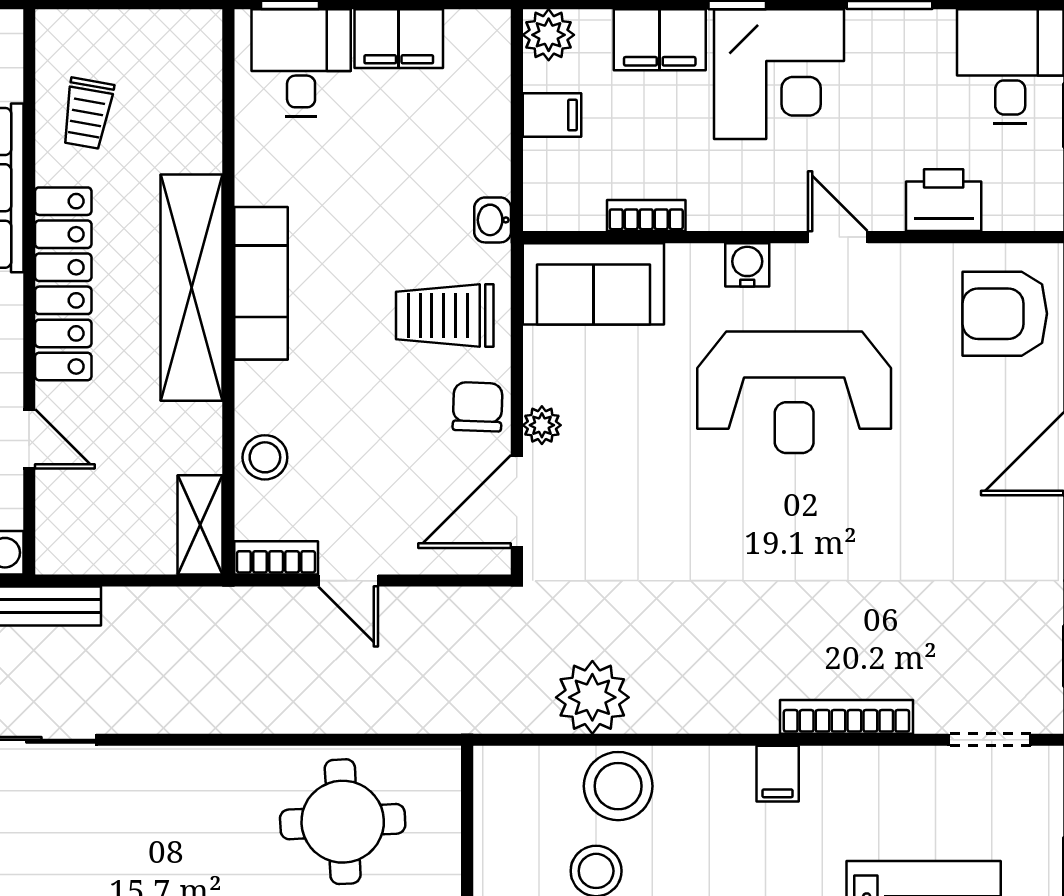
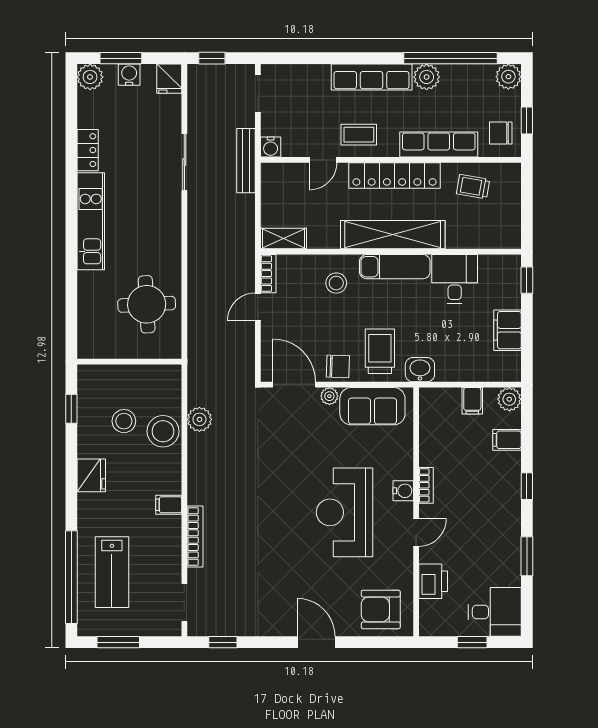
filing cabinet: (660, 40) -> (507, 440), width x0.50
desk: (301, 63) -> (455, 279), moved, turned -90
corner desk: (779, 74) -> (491, 505), removed
bookcase: (646, 216) -> (426, 485), moved
washbasin: (493, 220) -> (420, 370), width x1.38, depth x1.45
sofa: (593, 284) -> (372, 406), moved, turned -90
armchair: (1005, 314) -> (381, 609), turned -90
stool: (265, 457) -> (336, 283), moved
plant: (592, 697) -> (199, 419), width x0.73, depth x0.73

